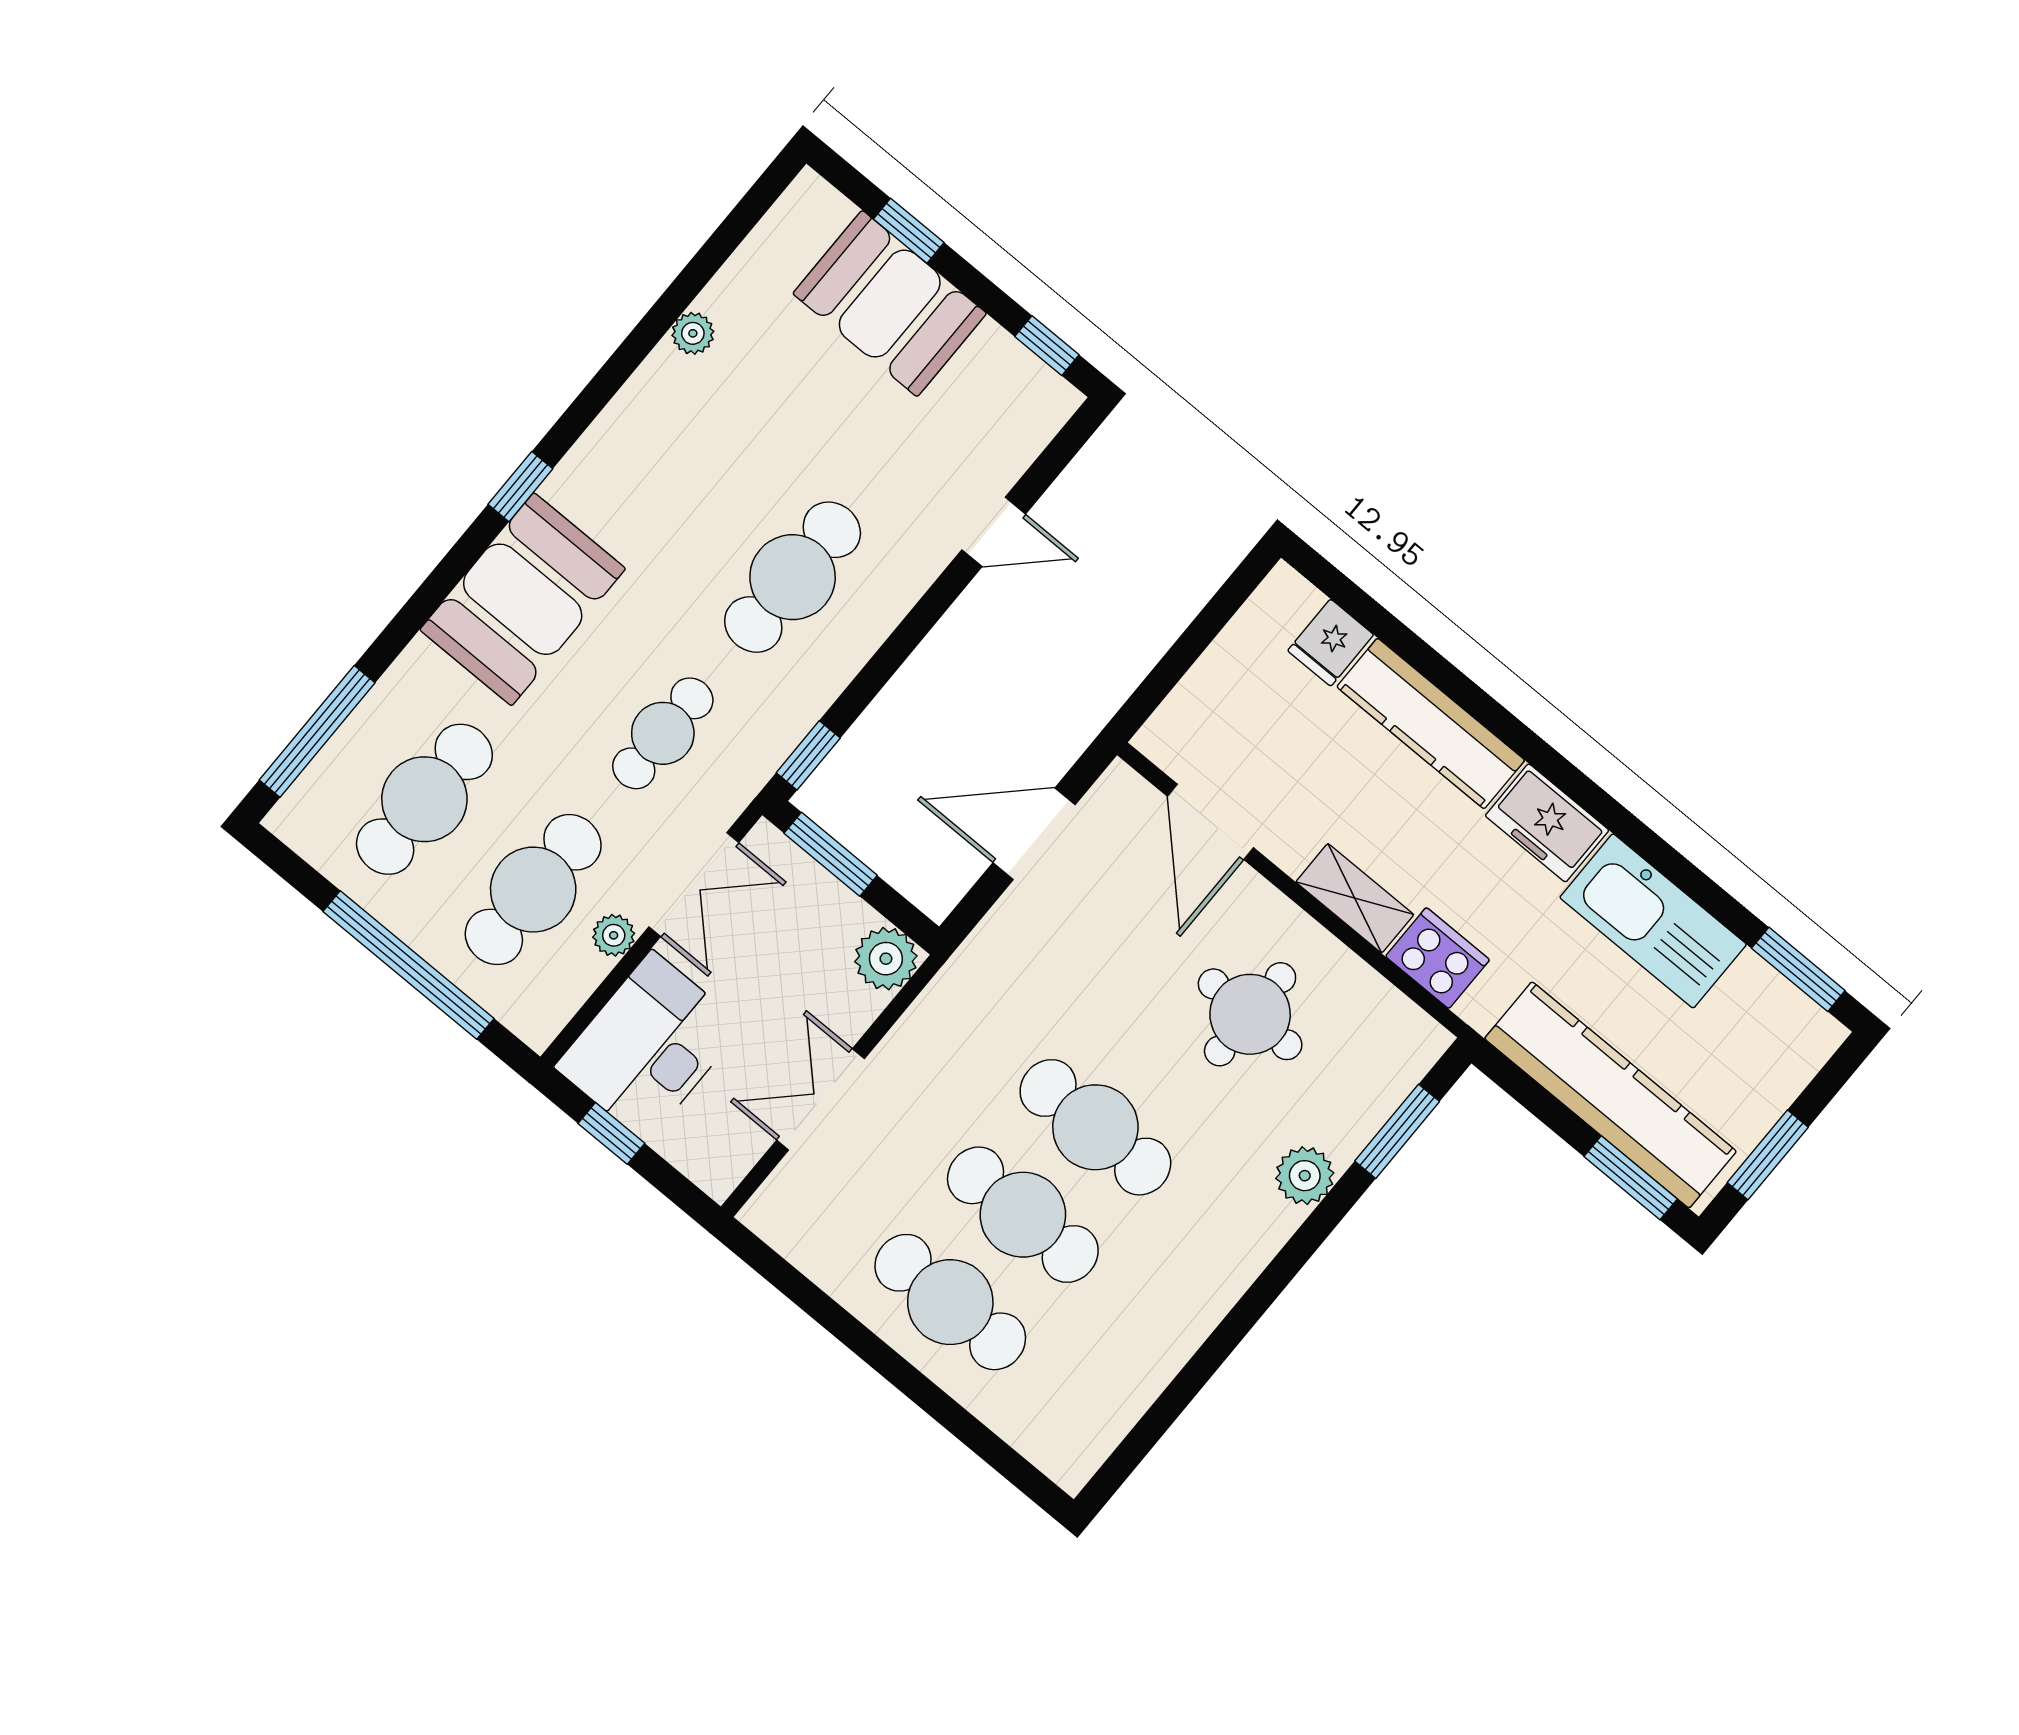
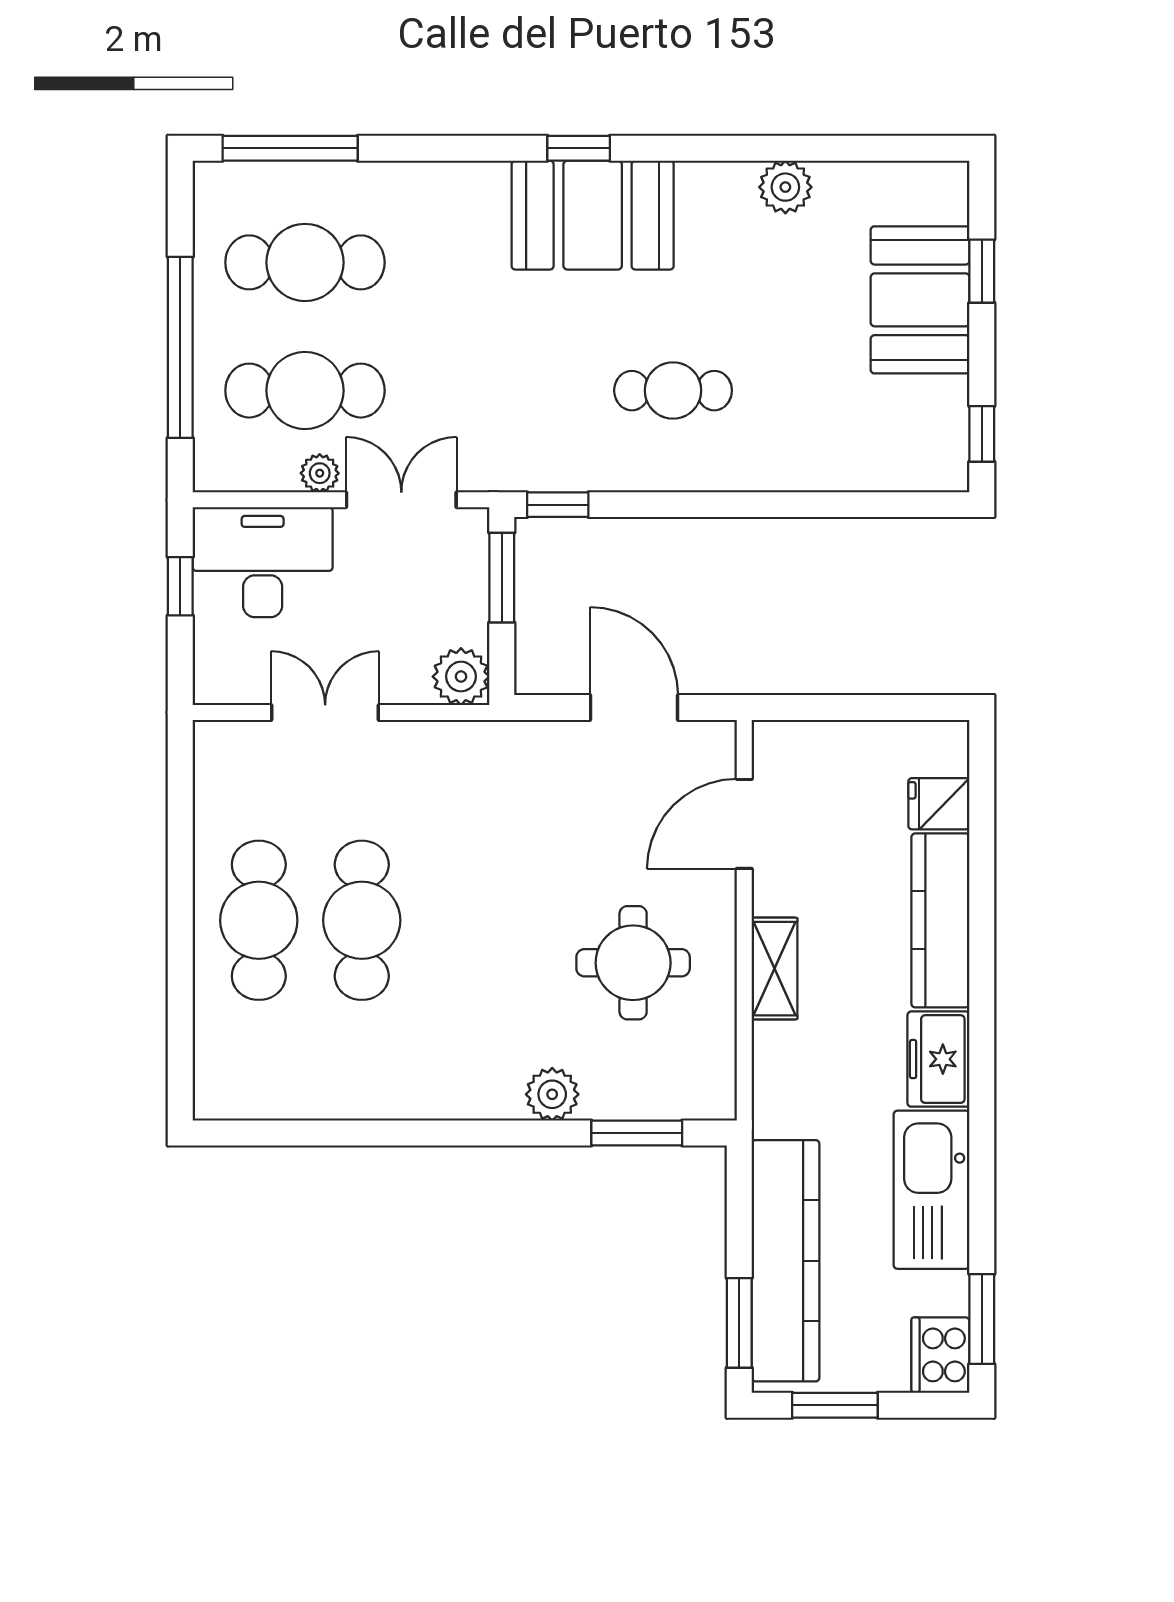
plant: (693, 333) -> (785, 187), width x1.38, depth x1.38
door: (994, 532) -> (821, 505), removed
cafe table: (793, 577) -> (673, 391), width x0.73, depth x0.74
booth: (523, 599) -> (593, 215), moved
cafe table: (663, 733) -> (489, 391), removed
double door: (694, 885) -> (401, 500), swing flipped
cooker: (1437, 958) -> (940, 1355), moved, turned 180
cafe table: (1095, 1127) -> (465, 920), removed

